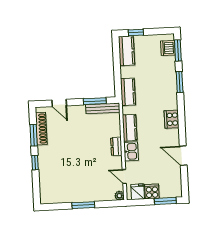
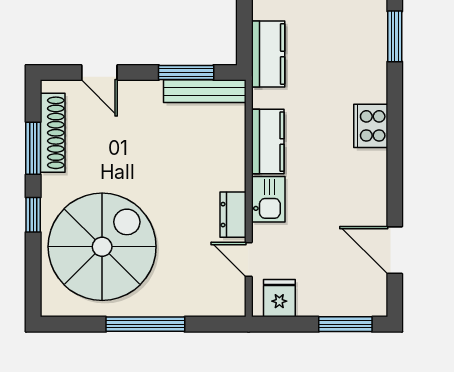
dresser: (116, 146) -> (233, 215), moved
door: (183, 156) -> (395, 250), moved
spiral stairs: (64, 174) -> (102, 247), added
cooker: (152, 191) -> (314, 299), removed
plant: (119, 196) -> (234, 306), removed
window: (83, 205) -> (145, 324), width x1.44

